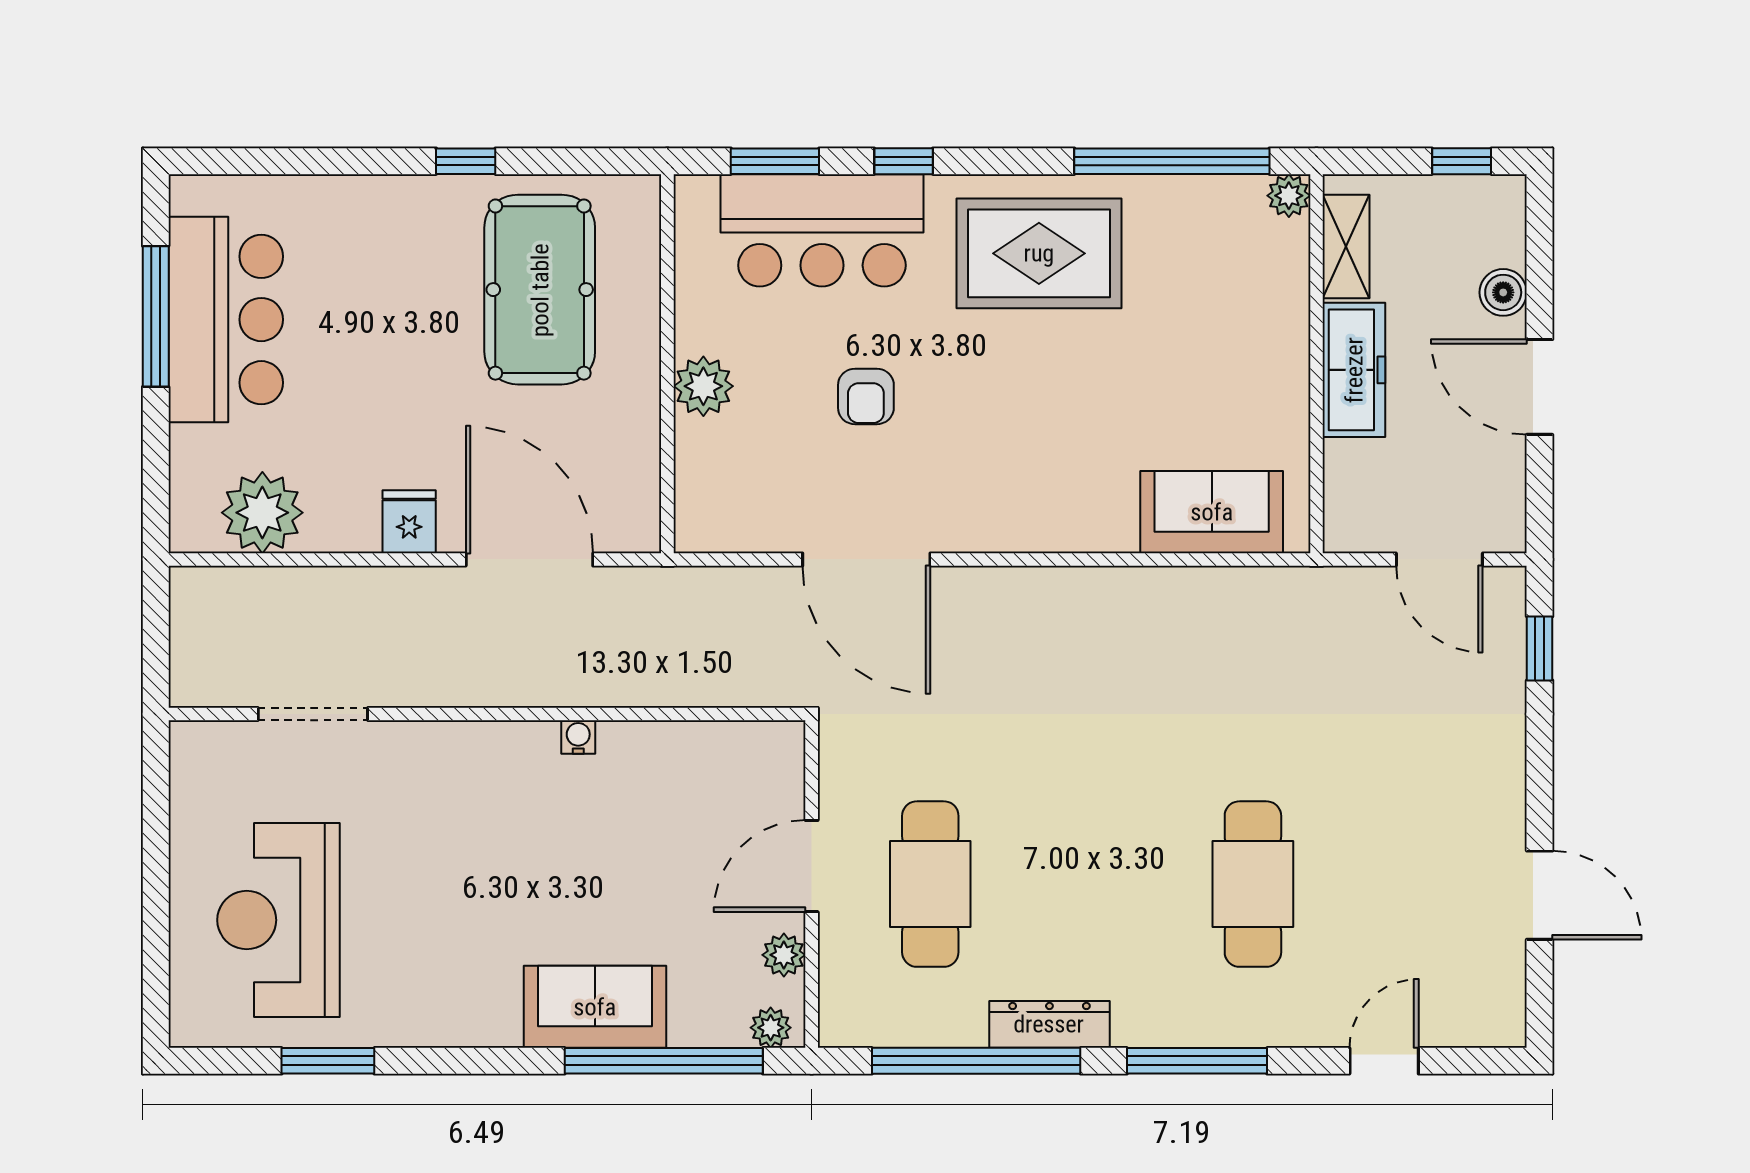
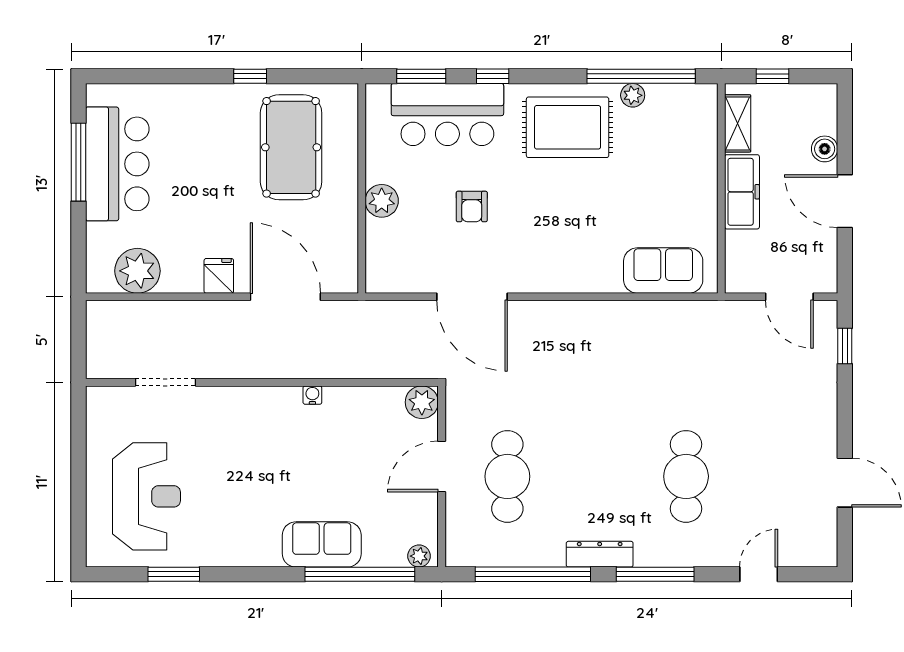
window: (1462, 161) -> (773, 76), moved
plant: (1289, 196) -> (633, 95), moved
reception desk: (278, 920) -> (146, 496), turned 180
plant: (784, 955) -> (422, 402), moved, width x1.38, depth x1.38
dresser: (1049, 1024) -> (600, 554), moved

